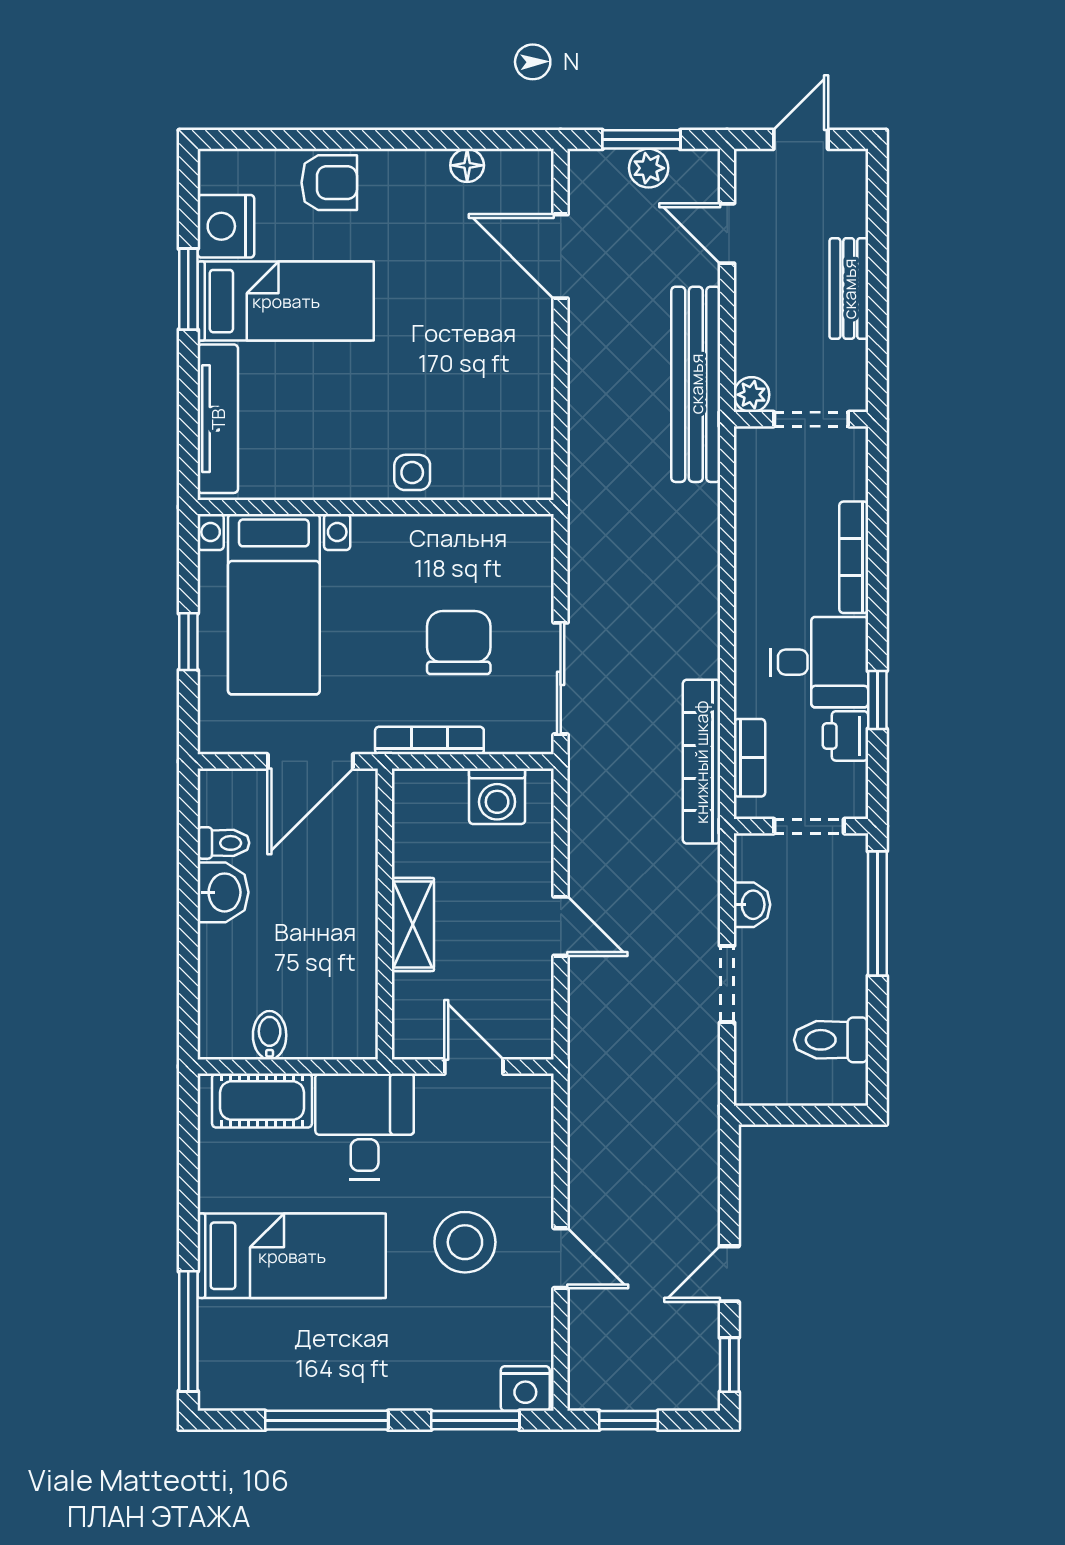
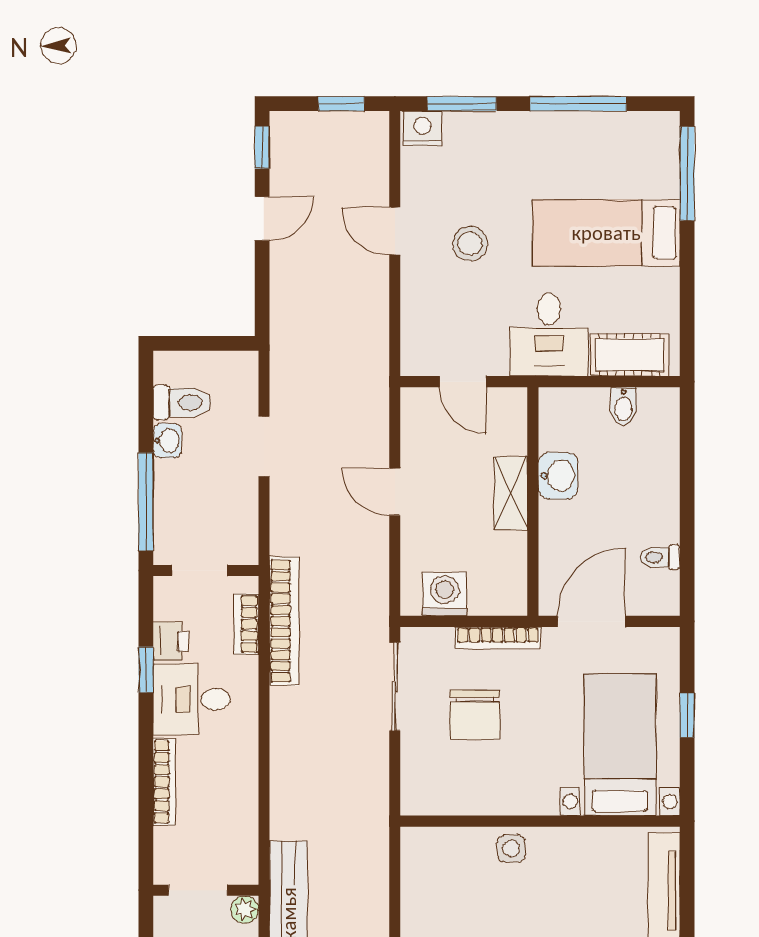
washbasin: (223, 892) -> (558, 476), moved, turned 180
washbasin: (752, 905) -> (167, 441), moved, turned 180
stool: (465, 1242) -> (470, 244), width x0.73, depth x0.73

